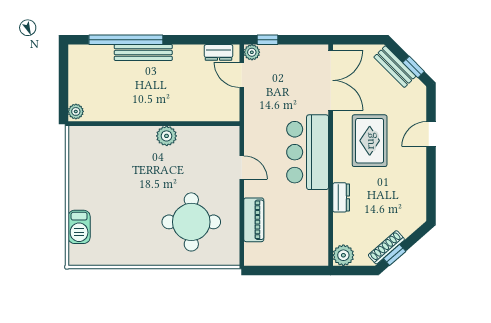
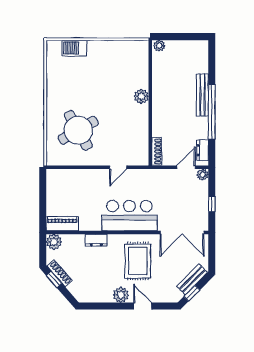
window: (126, 40) -> (212, 112), moved
window: (267, 40) -> (212, 204), moved
shoe rack: (220, 115) -> (157, 152), added
plant: (167, 136) -> (141, 96), moved
rug: (370, 141) -> (138, 261), turned 90
plant: (416, 164) -> (121, 295), added
piano: (254, 220) -> (62, 224), moved, turned 180
round table: (191, 222) -> (78, 130), turned -30

